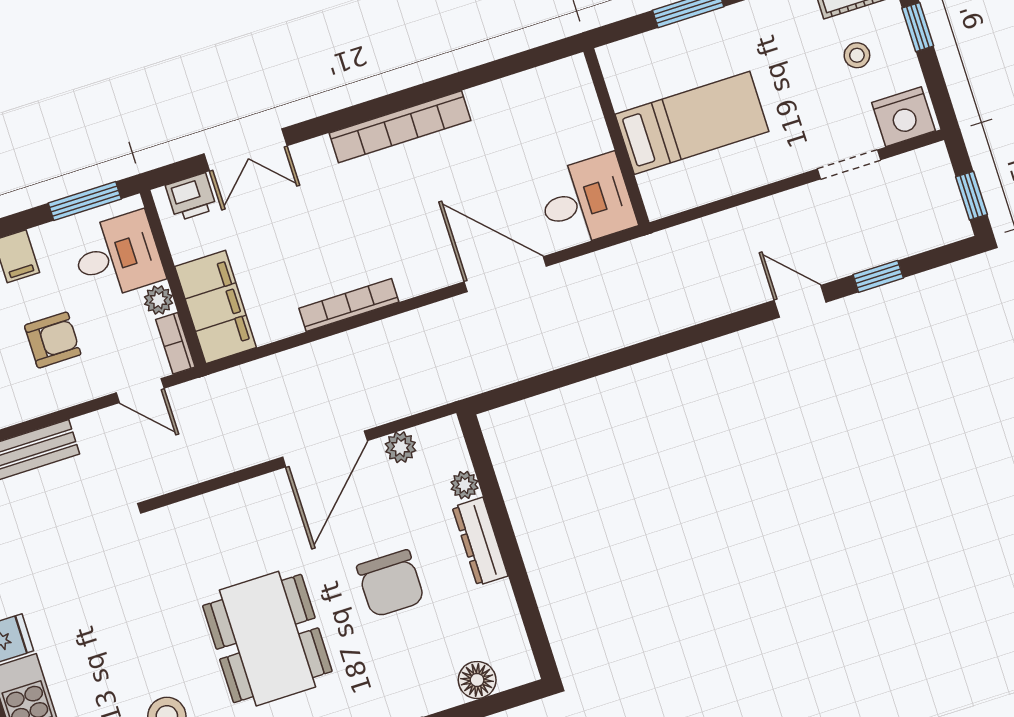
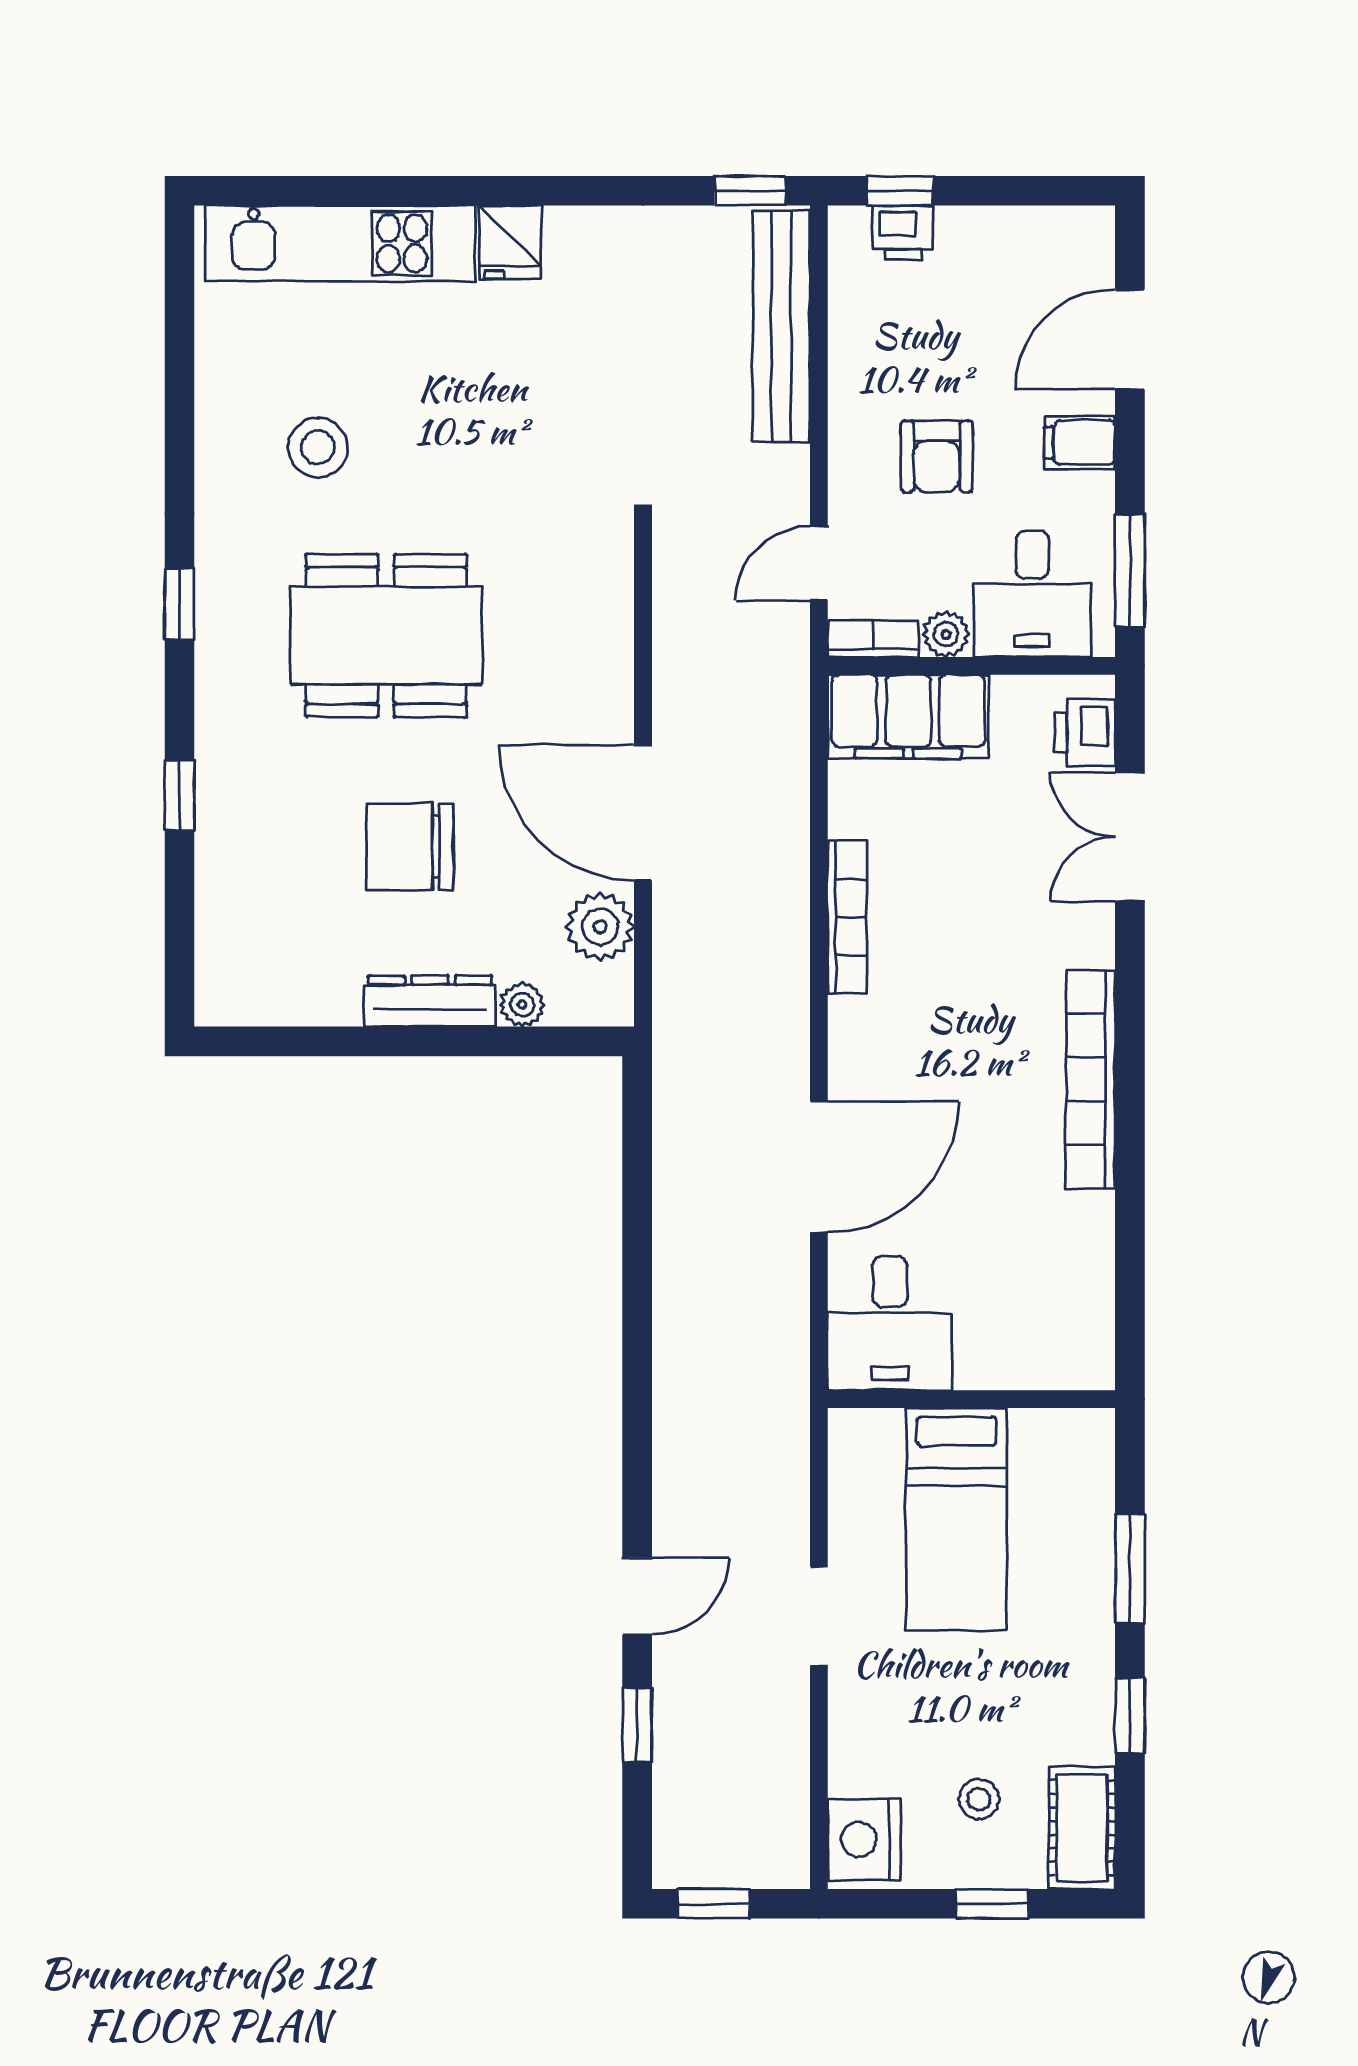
doorway: (849, 164) -> (819, 1617), moved
plant: (400, 447) -> (600, 927), width x1.38, depth x1.38
floor lamp: (477, 680) -> (224, 930), removed

